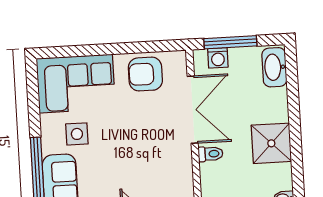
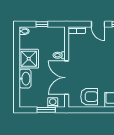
window: (230, 42) -> (46, 110), width x0.69
washbasin: (274, 67) -> (25, 79), moved

